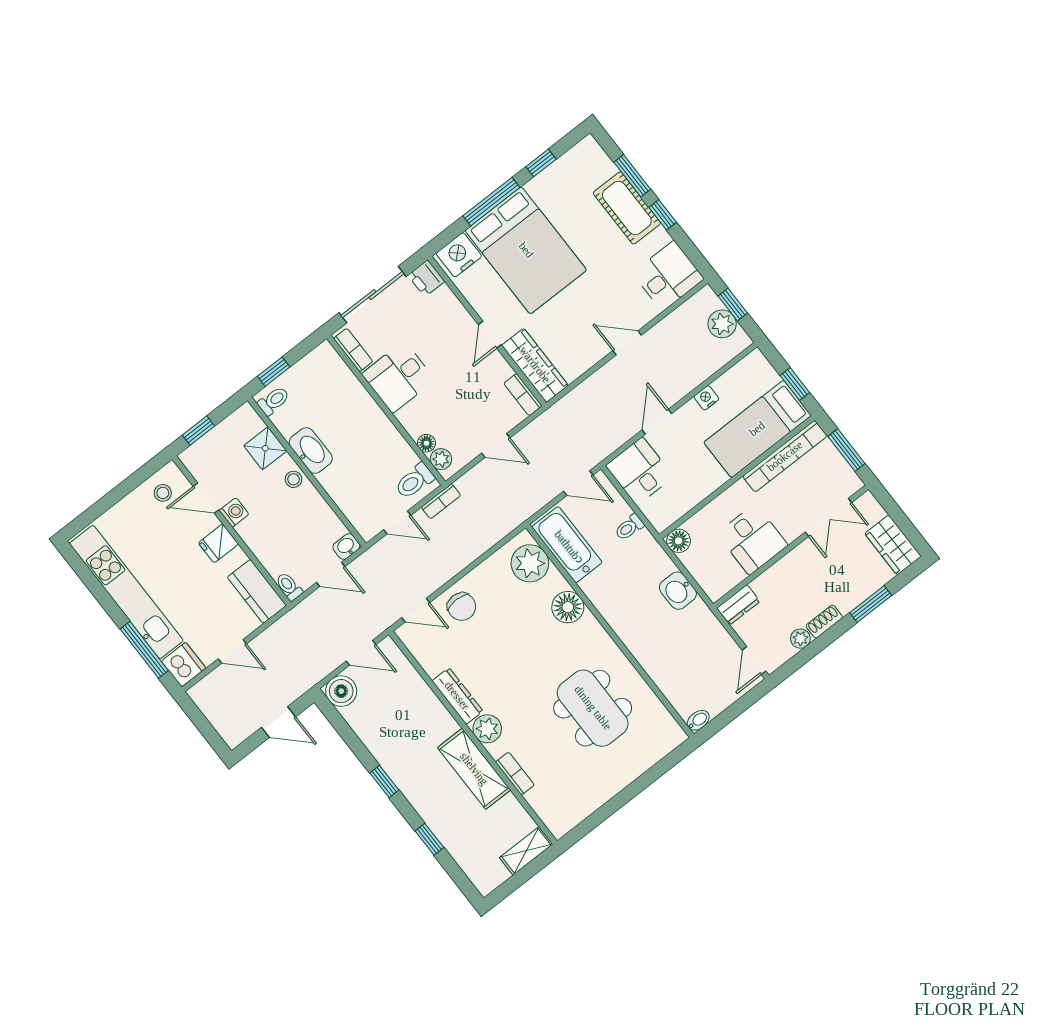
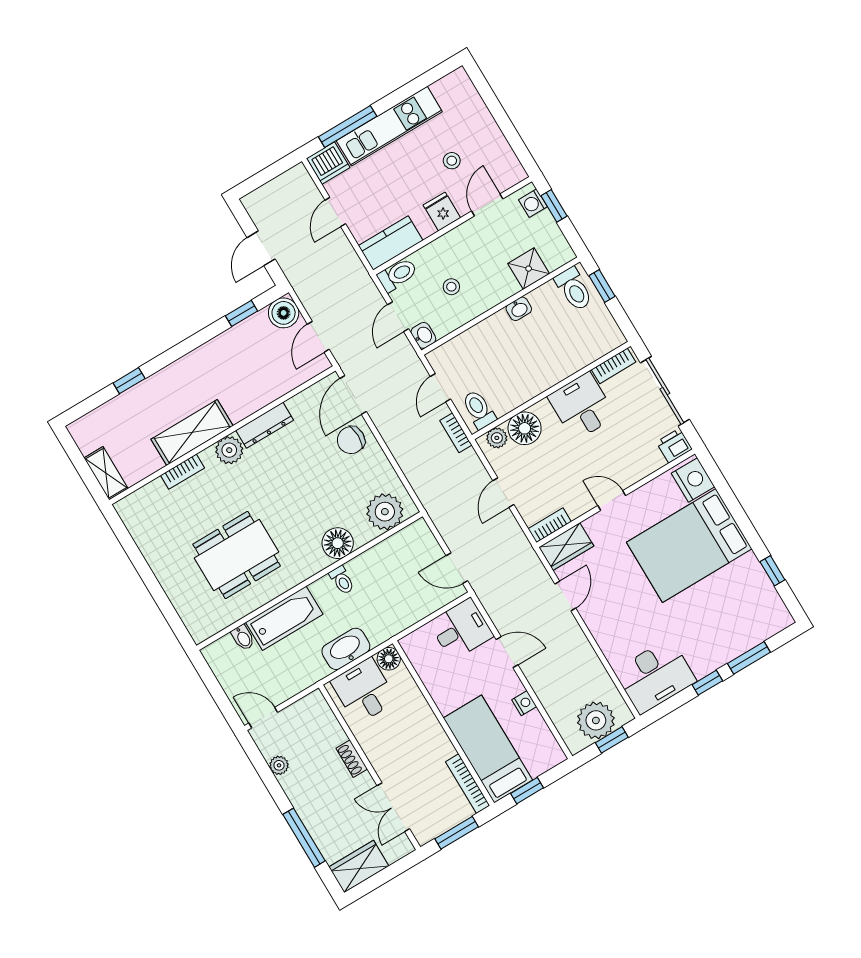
window: (491, 202) -> (741, 518), removed
cot: (627, 208) -> (718, 649), removed
desk: (668, 276) -> (655, 676), width x1.37
plant: (722, 324) -> (596, 720), width x1.36, depth x1.36
door: (627, 343) -> (565, 596), moved
wardrobe: (535, 365) -> (566, 547), width x0.67
toilet: (274, 401) -> (574, 289), width x1.37, depth x1.39
floor lamp: (426, 443) -> (525, 428), width x1.89, depth x1.89
washbasin: (311, 450) -> (519, 309), width x0.52, depth x0.69
bookcase: (785, 456) -> (468, 784), width x0.68, depth x0.76
stool: (294, 479) -> (451, 287), moved
door: (578, 483) -> (457, 568), hinge flipped
stool: (163, 493) -> (452, 161), moved
washing machine: (234, 512) -> (533, 203), moved, turned 90
toilet: (629, 527) -> (342, 580), moved, turned 180
desk: (752, 539) -> (364, 691), moved, turned 90
bathtub: (567, 545) -> (284, 618), moved
toilet: (289, 587) -> (397, 275), width x1.37, depth x1.39
washbasin: (678, 591) -> (346, 649), width x1.38
kitchen unit: (126, 592) -> (389, 126), width x0.73
window: (871, 604) -> (304, 838), width x1.44
dresser: (738, 605) -> (319, 709), removed
door: (416, 610) -> (353, 395), width x1.38
shoe rack: (824, 622) -> (352, 759), moved, turned 180
bidet: (698, 720) -> (243, 638), moved
window: (384, 781) -> (241, 313), moved

